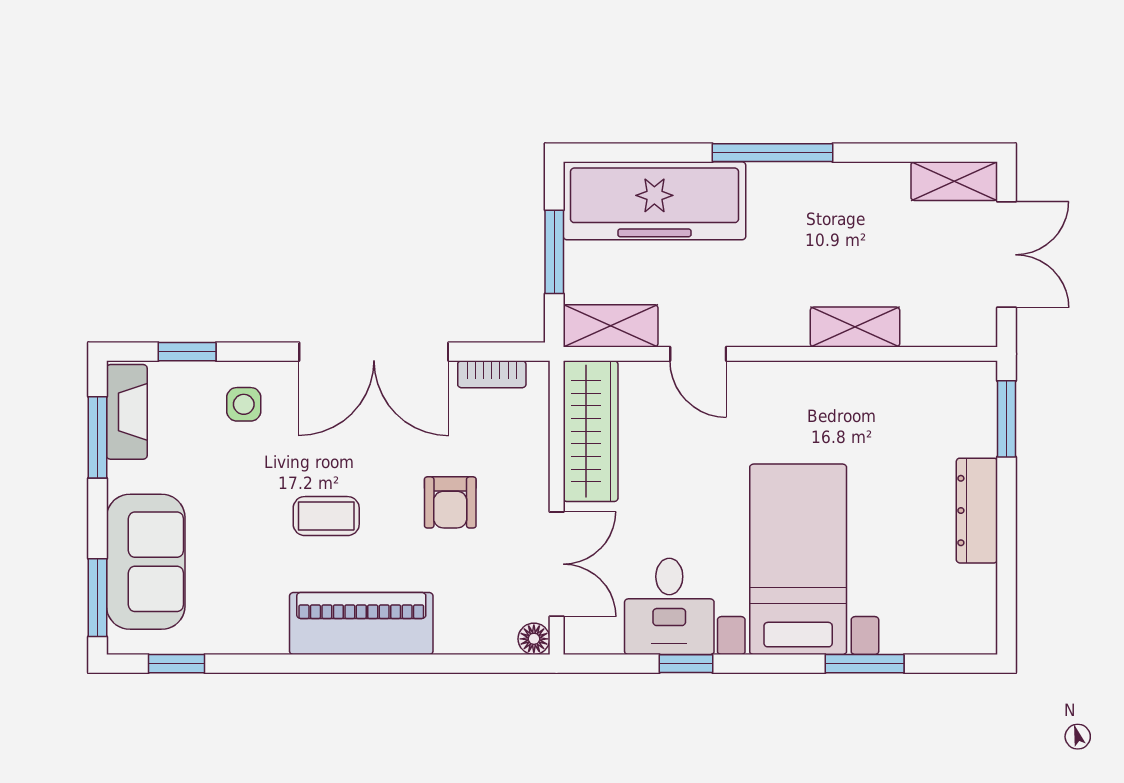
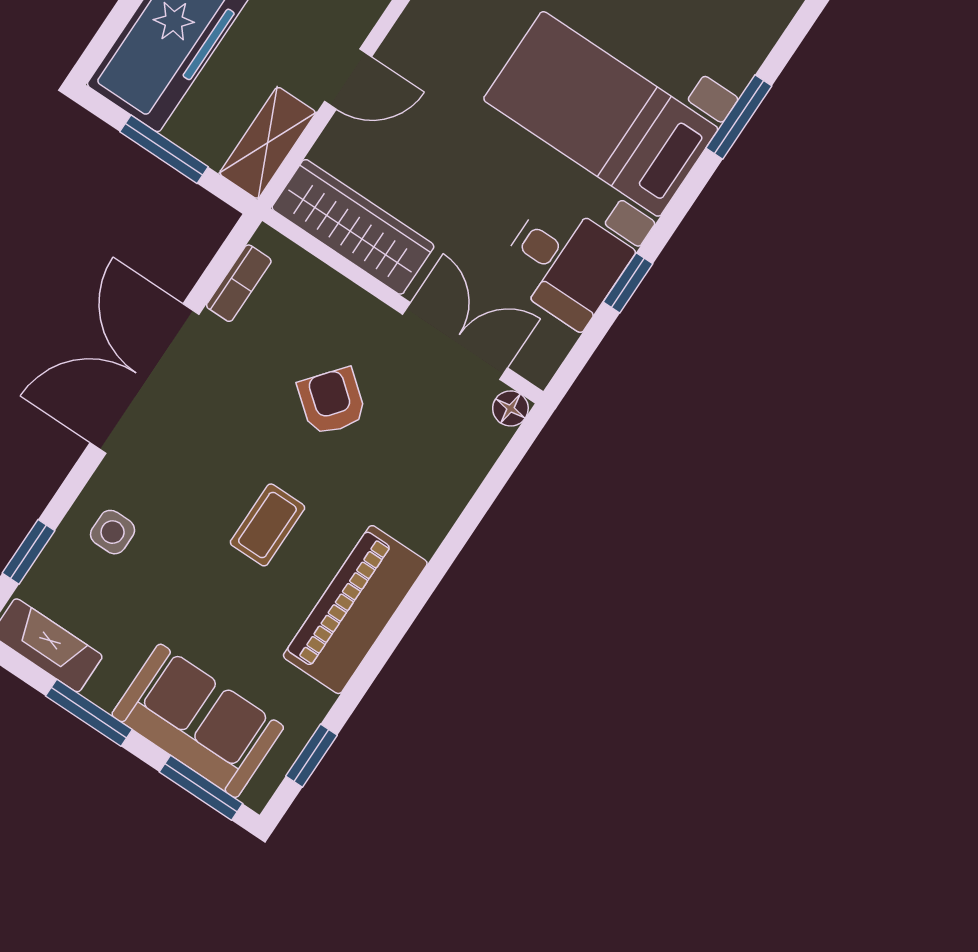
double door: (374, 352) -> (144, 379), swing flipped
window: (97, 437) -> (89, 713), moved
armchair: (450, 502) -> (332, 401), turned -141
piano: (361, 624) -> (355, 610), moved

